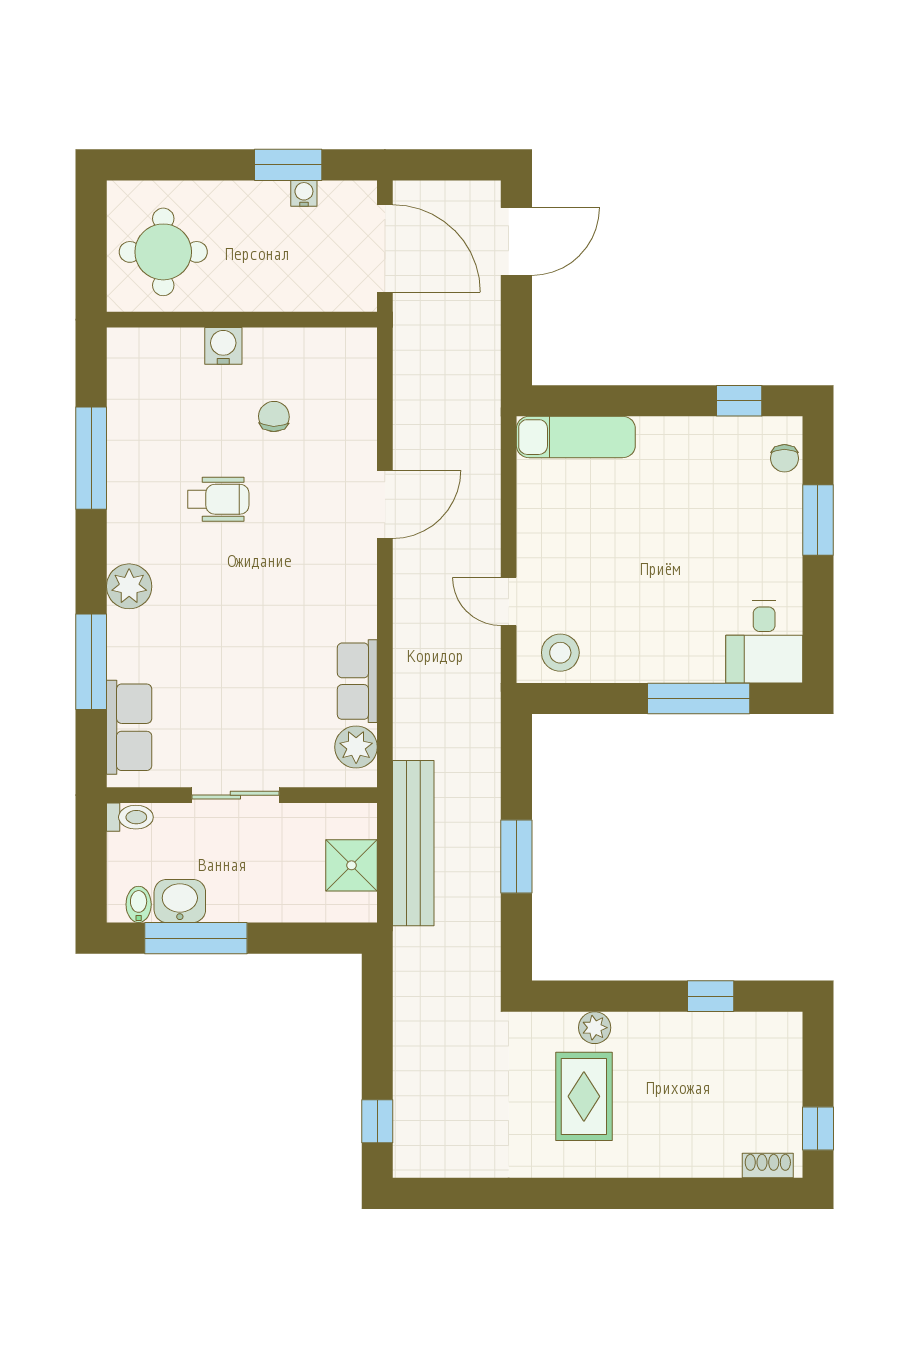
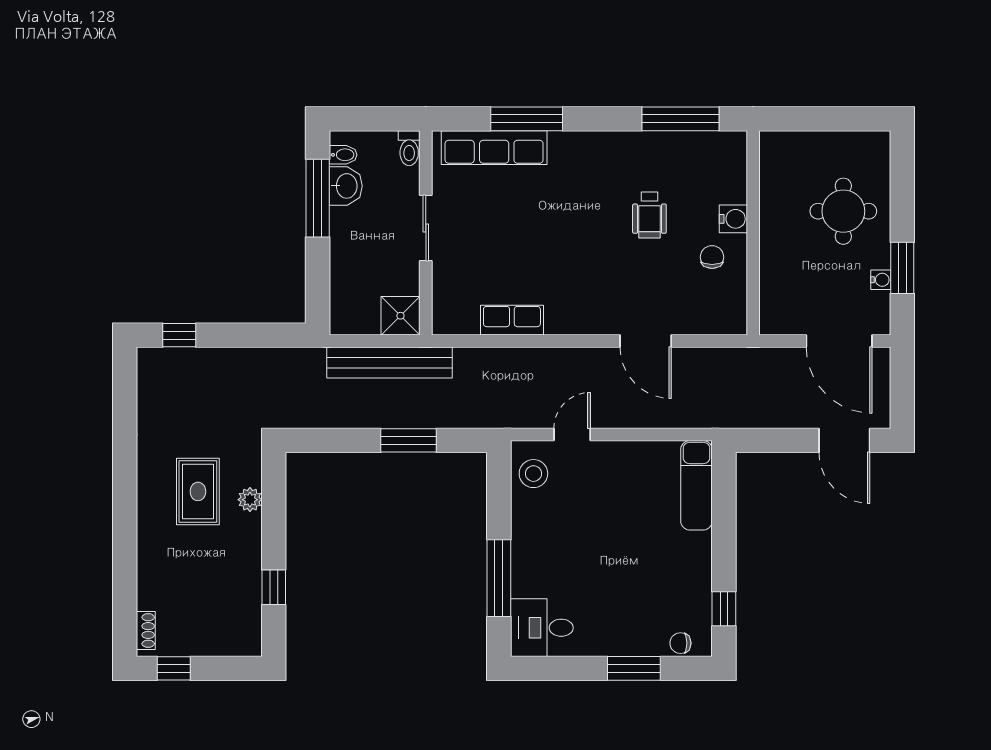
door: (385, 248) -> (839, 341), hinge flipped
round table: (163, 252) -> (843, 211), moved
wall: (242, 320) -> (753, 233), moved
water cooler: (223, 346) -> (733, 219), moved
chair: (274, 417) -> (712, 257), turned -91
plant: (129, 586) -> (584, 148), removed
row of seats: (129, 727) -> (494, 148), width x1.48
plant: (356, 747) -> (462, 319), removed
window: (516, 857) -> (408, 440), moved
shower: (351, 865) -> (400, 316), moved
rug: (584, 1096) -> (198, 491), turned 90

